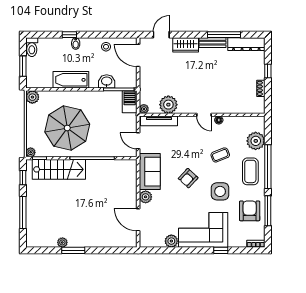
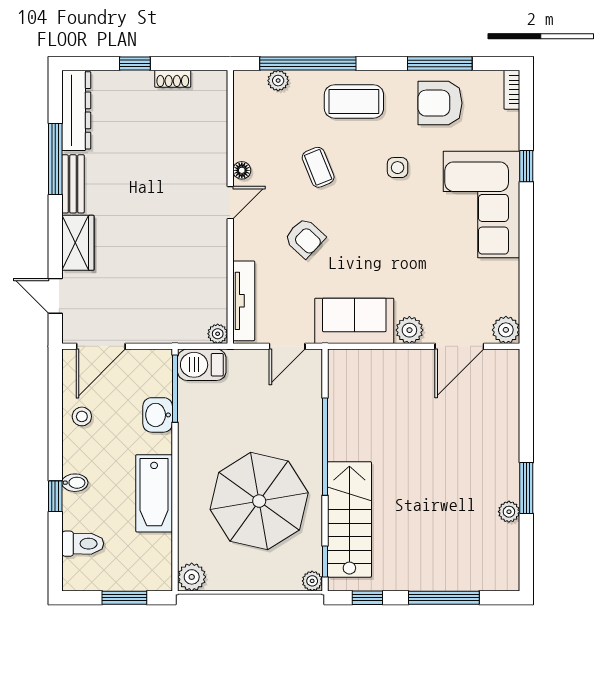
toilet: (32, 47) -> (83, 544), moved
plant: (168, 105) -> (208, 280), removed
plant: (256, 141) -> (278, 81), width x0.53, depth x0.53
window: (268, 167) -> (308, 63), moved
armchair: (188, 178) -> (305, 238), moved
side table: (220, 191) -> (398, 168), width x0.54, depth x0.54
plant: (171, 241) -> (506, 330), moved

